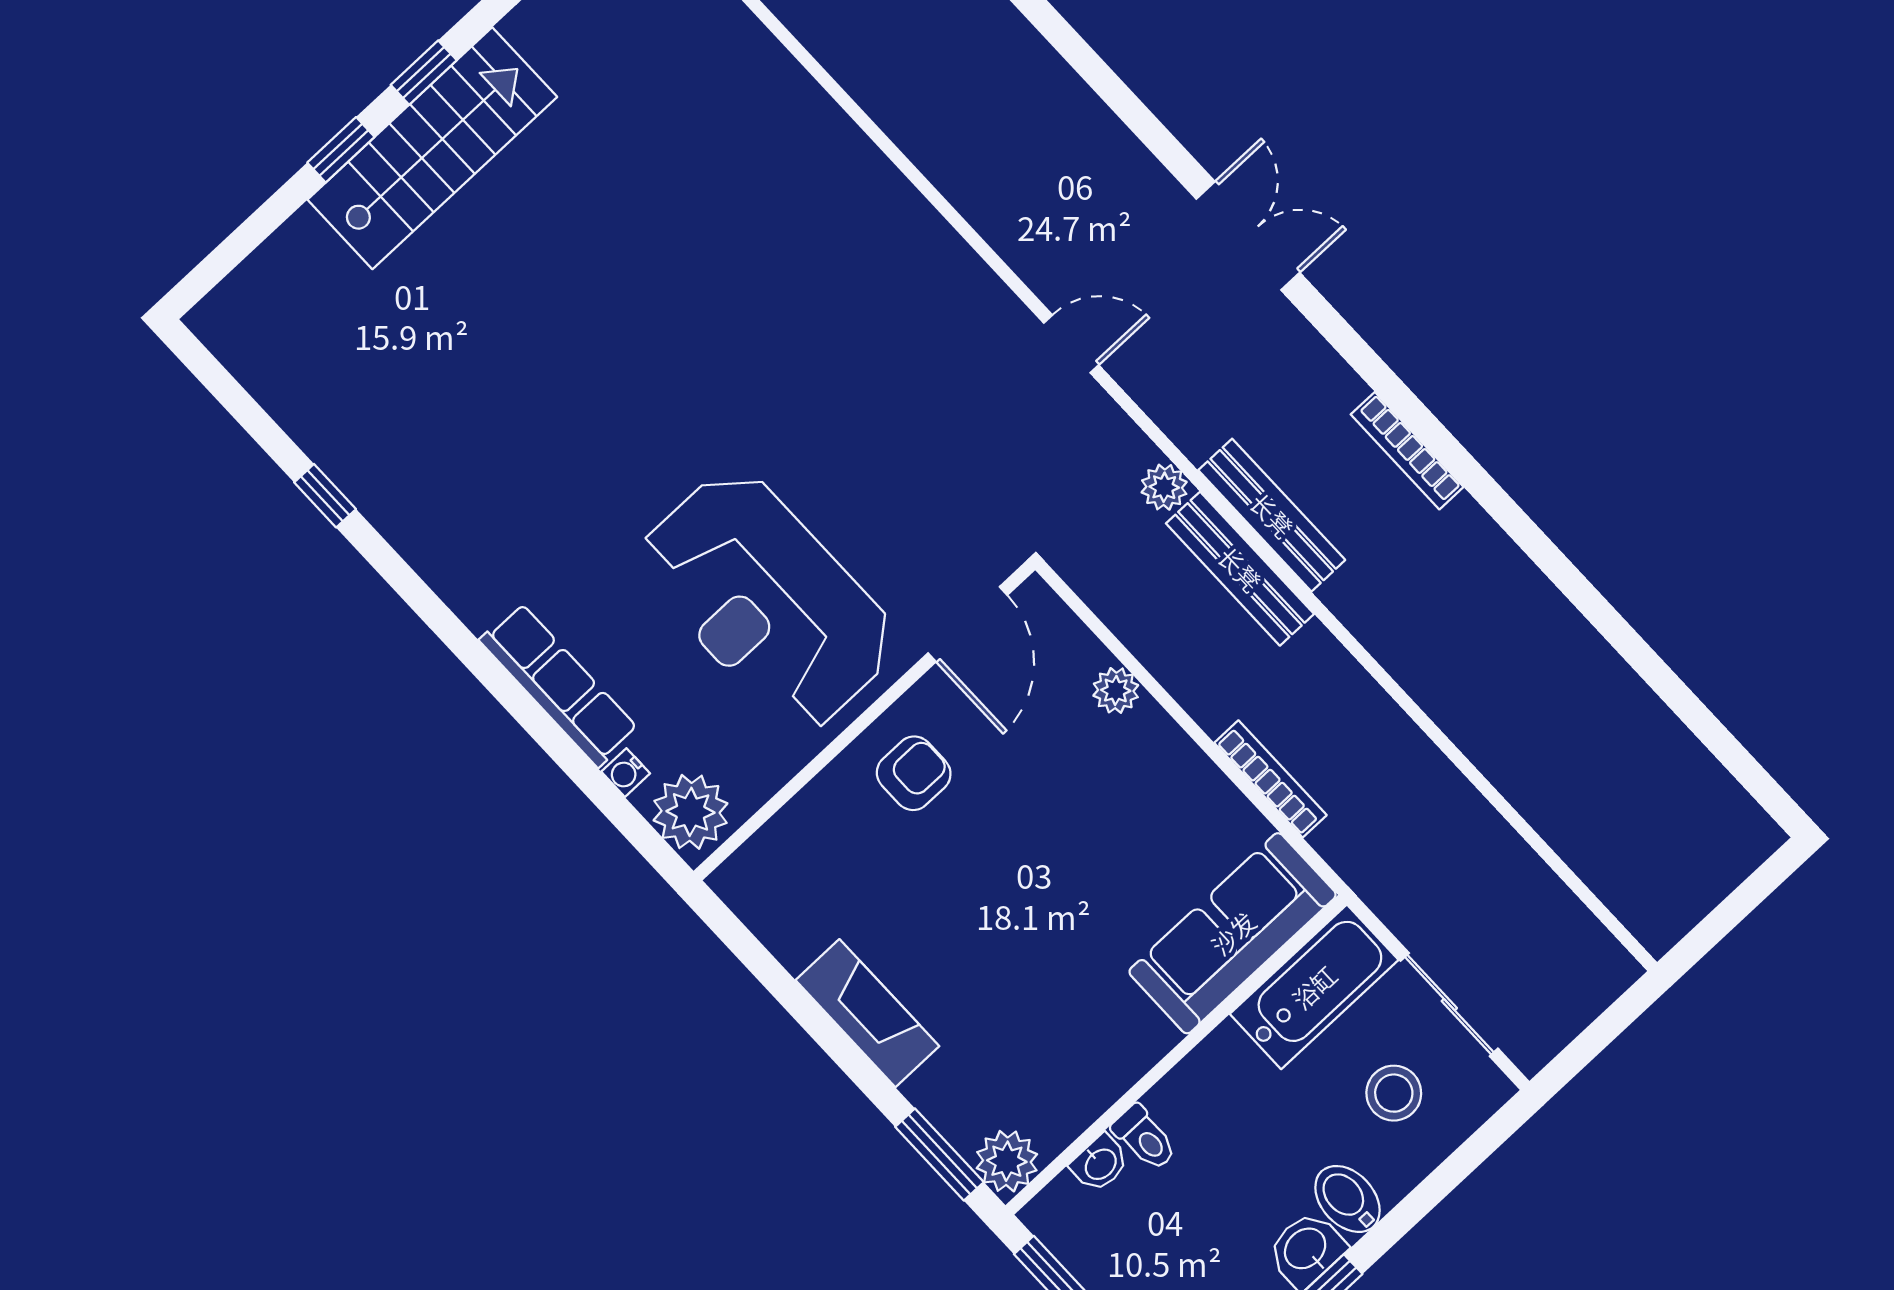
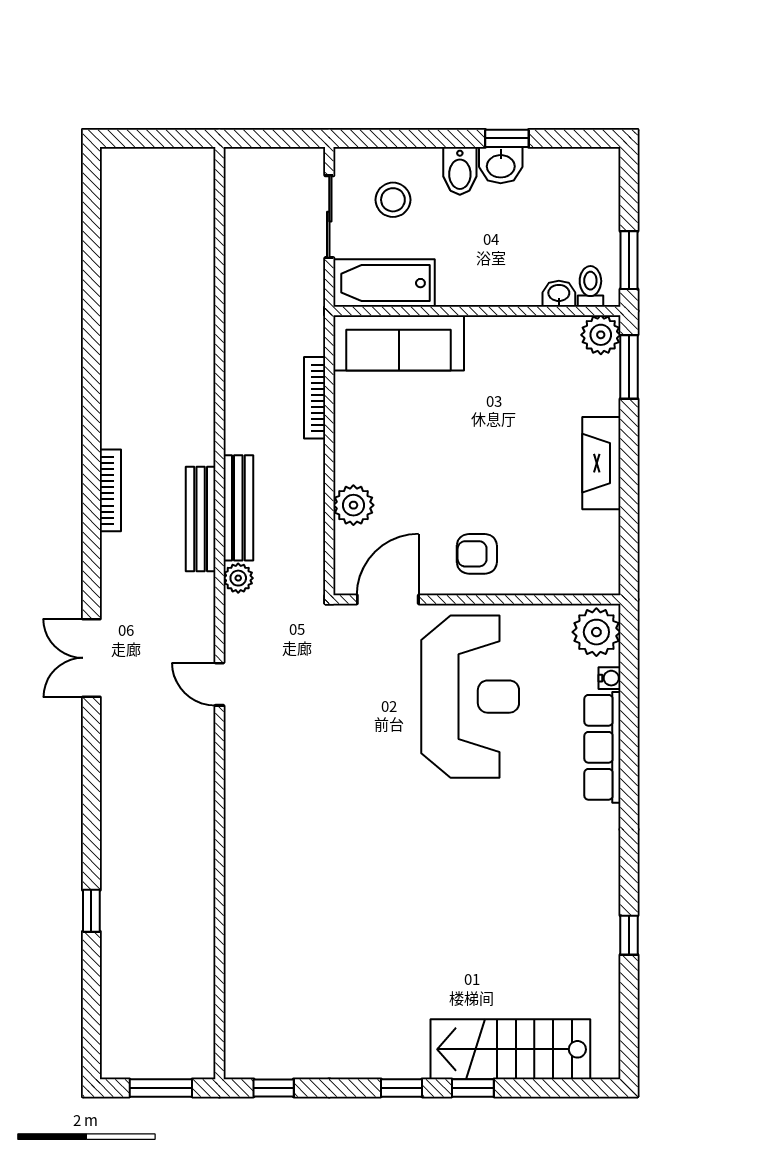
stairs: (432, 148) -> (510, 1049), moved
plant: (1116, 690) -> (353, 505), width x1.38, depth x1.38
toilet: (1145, 1138) -> (590, 286), moved

